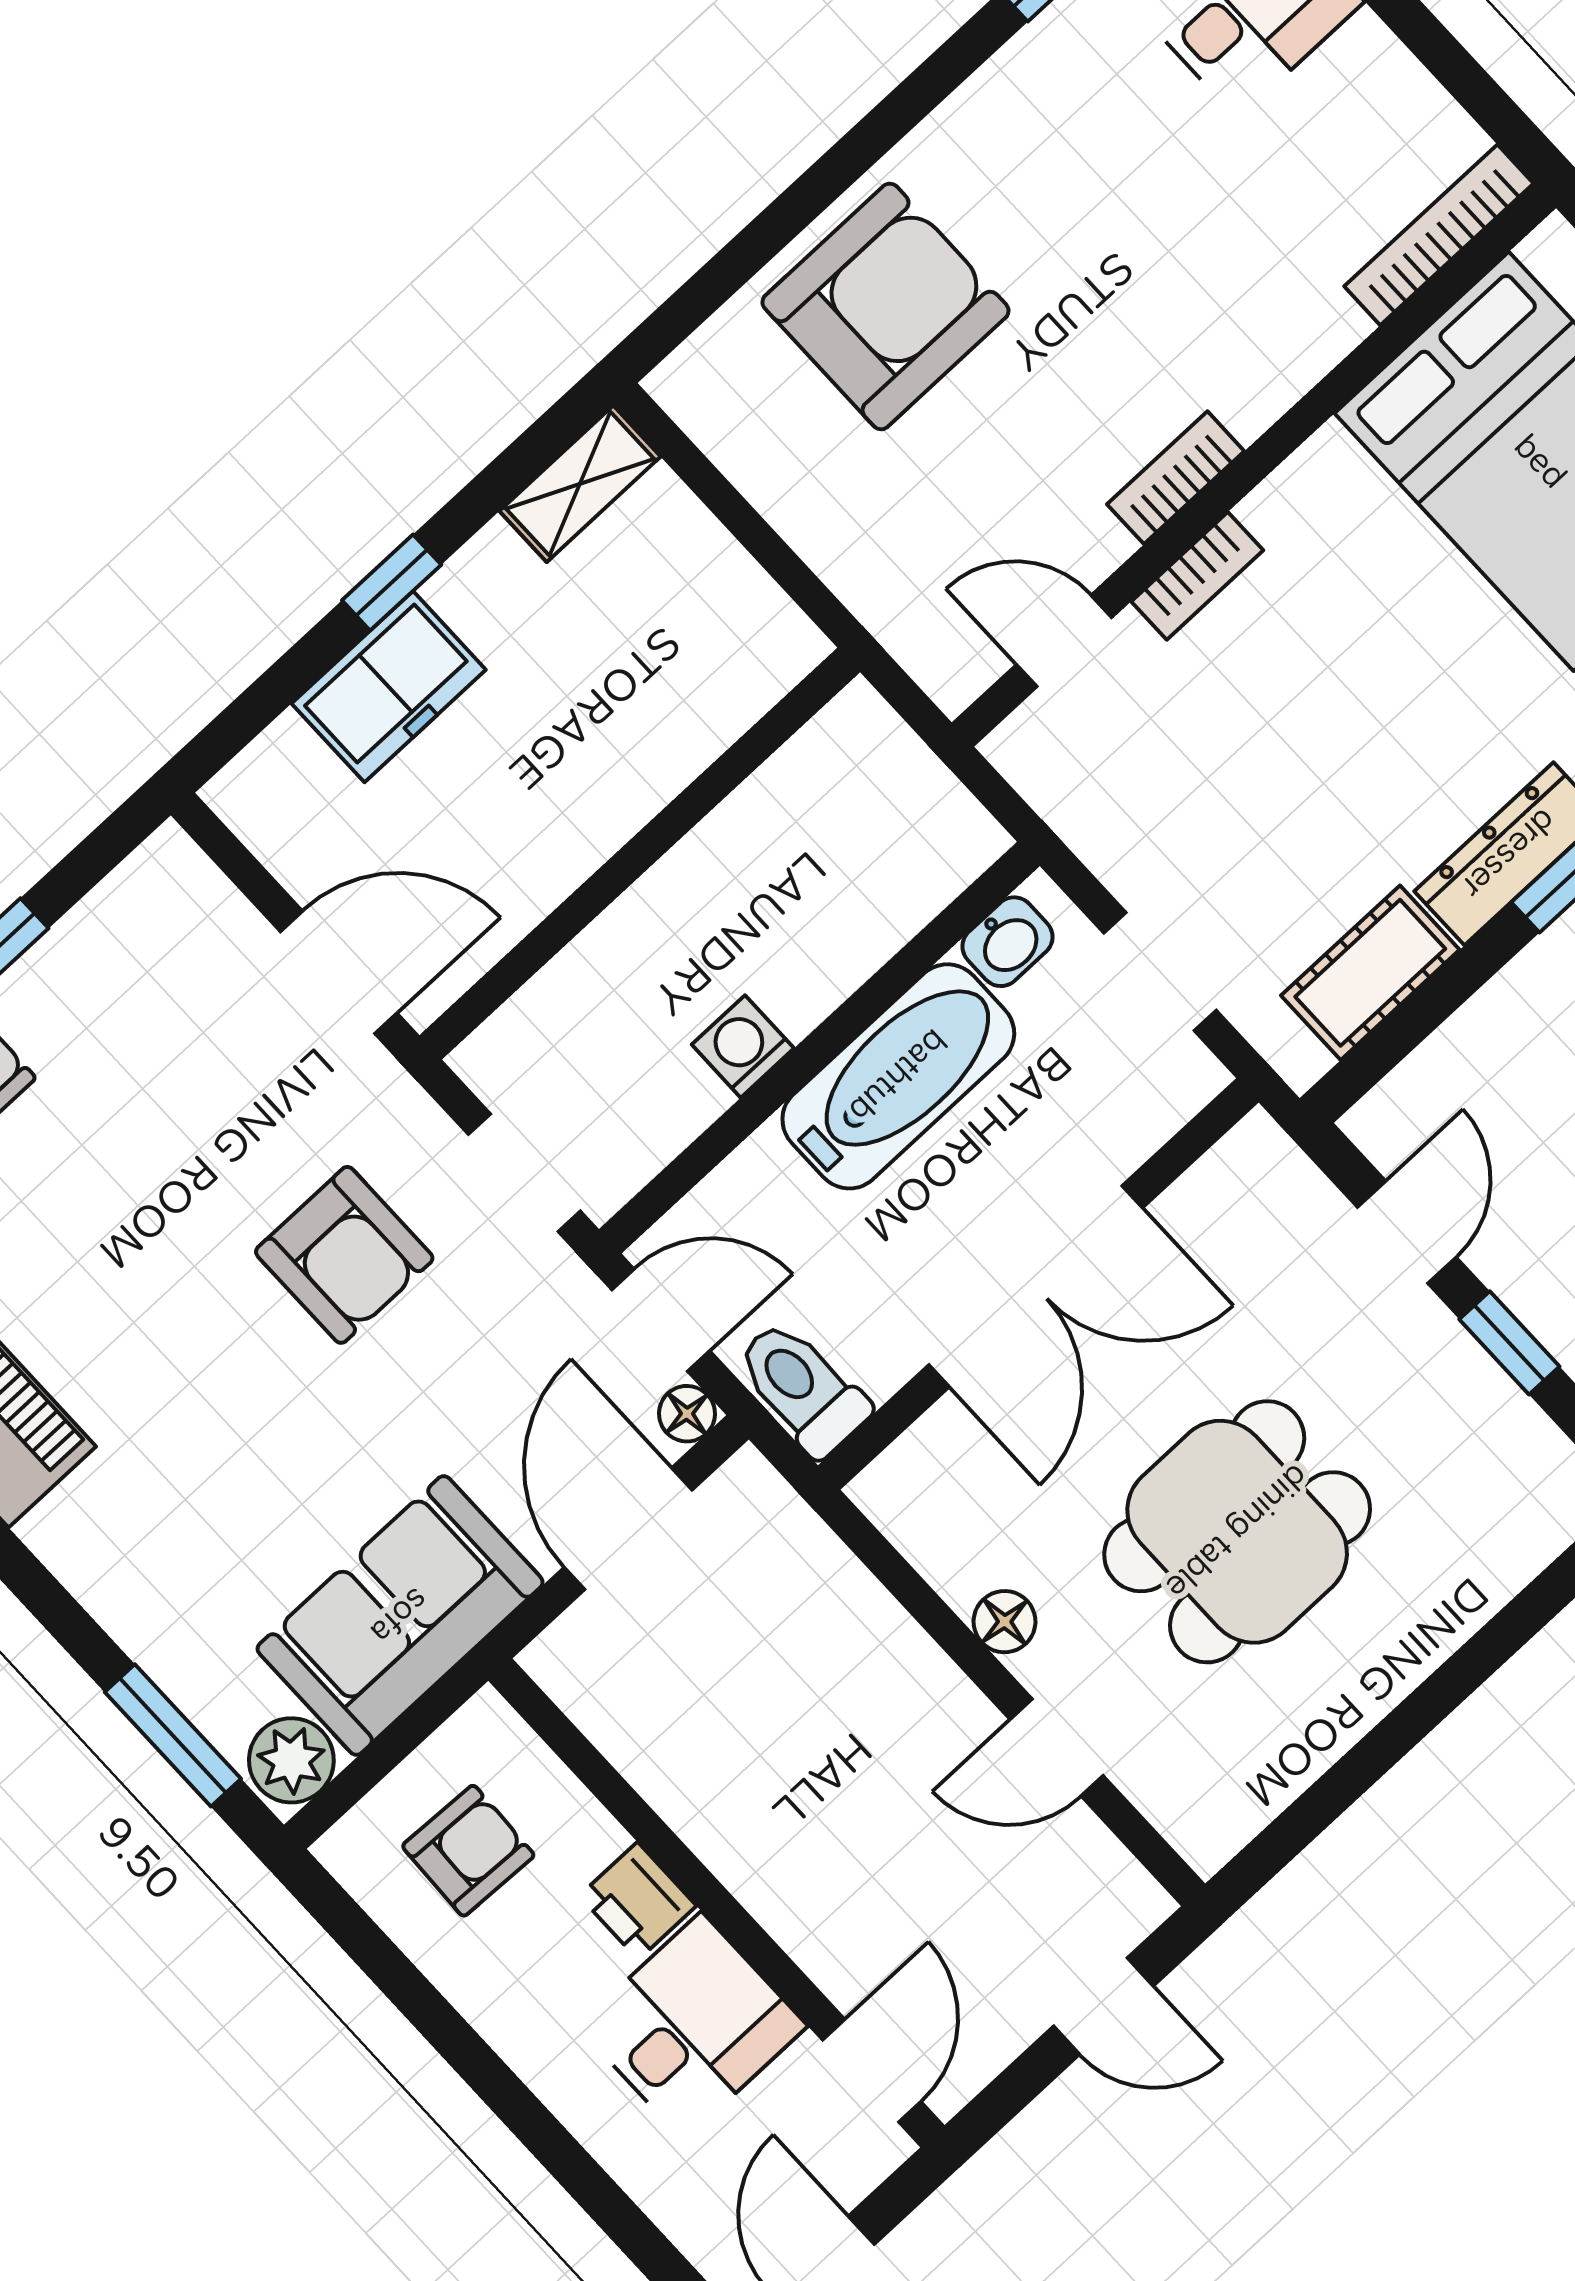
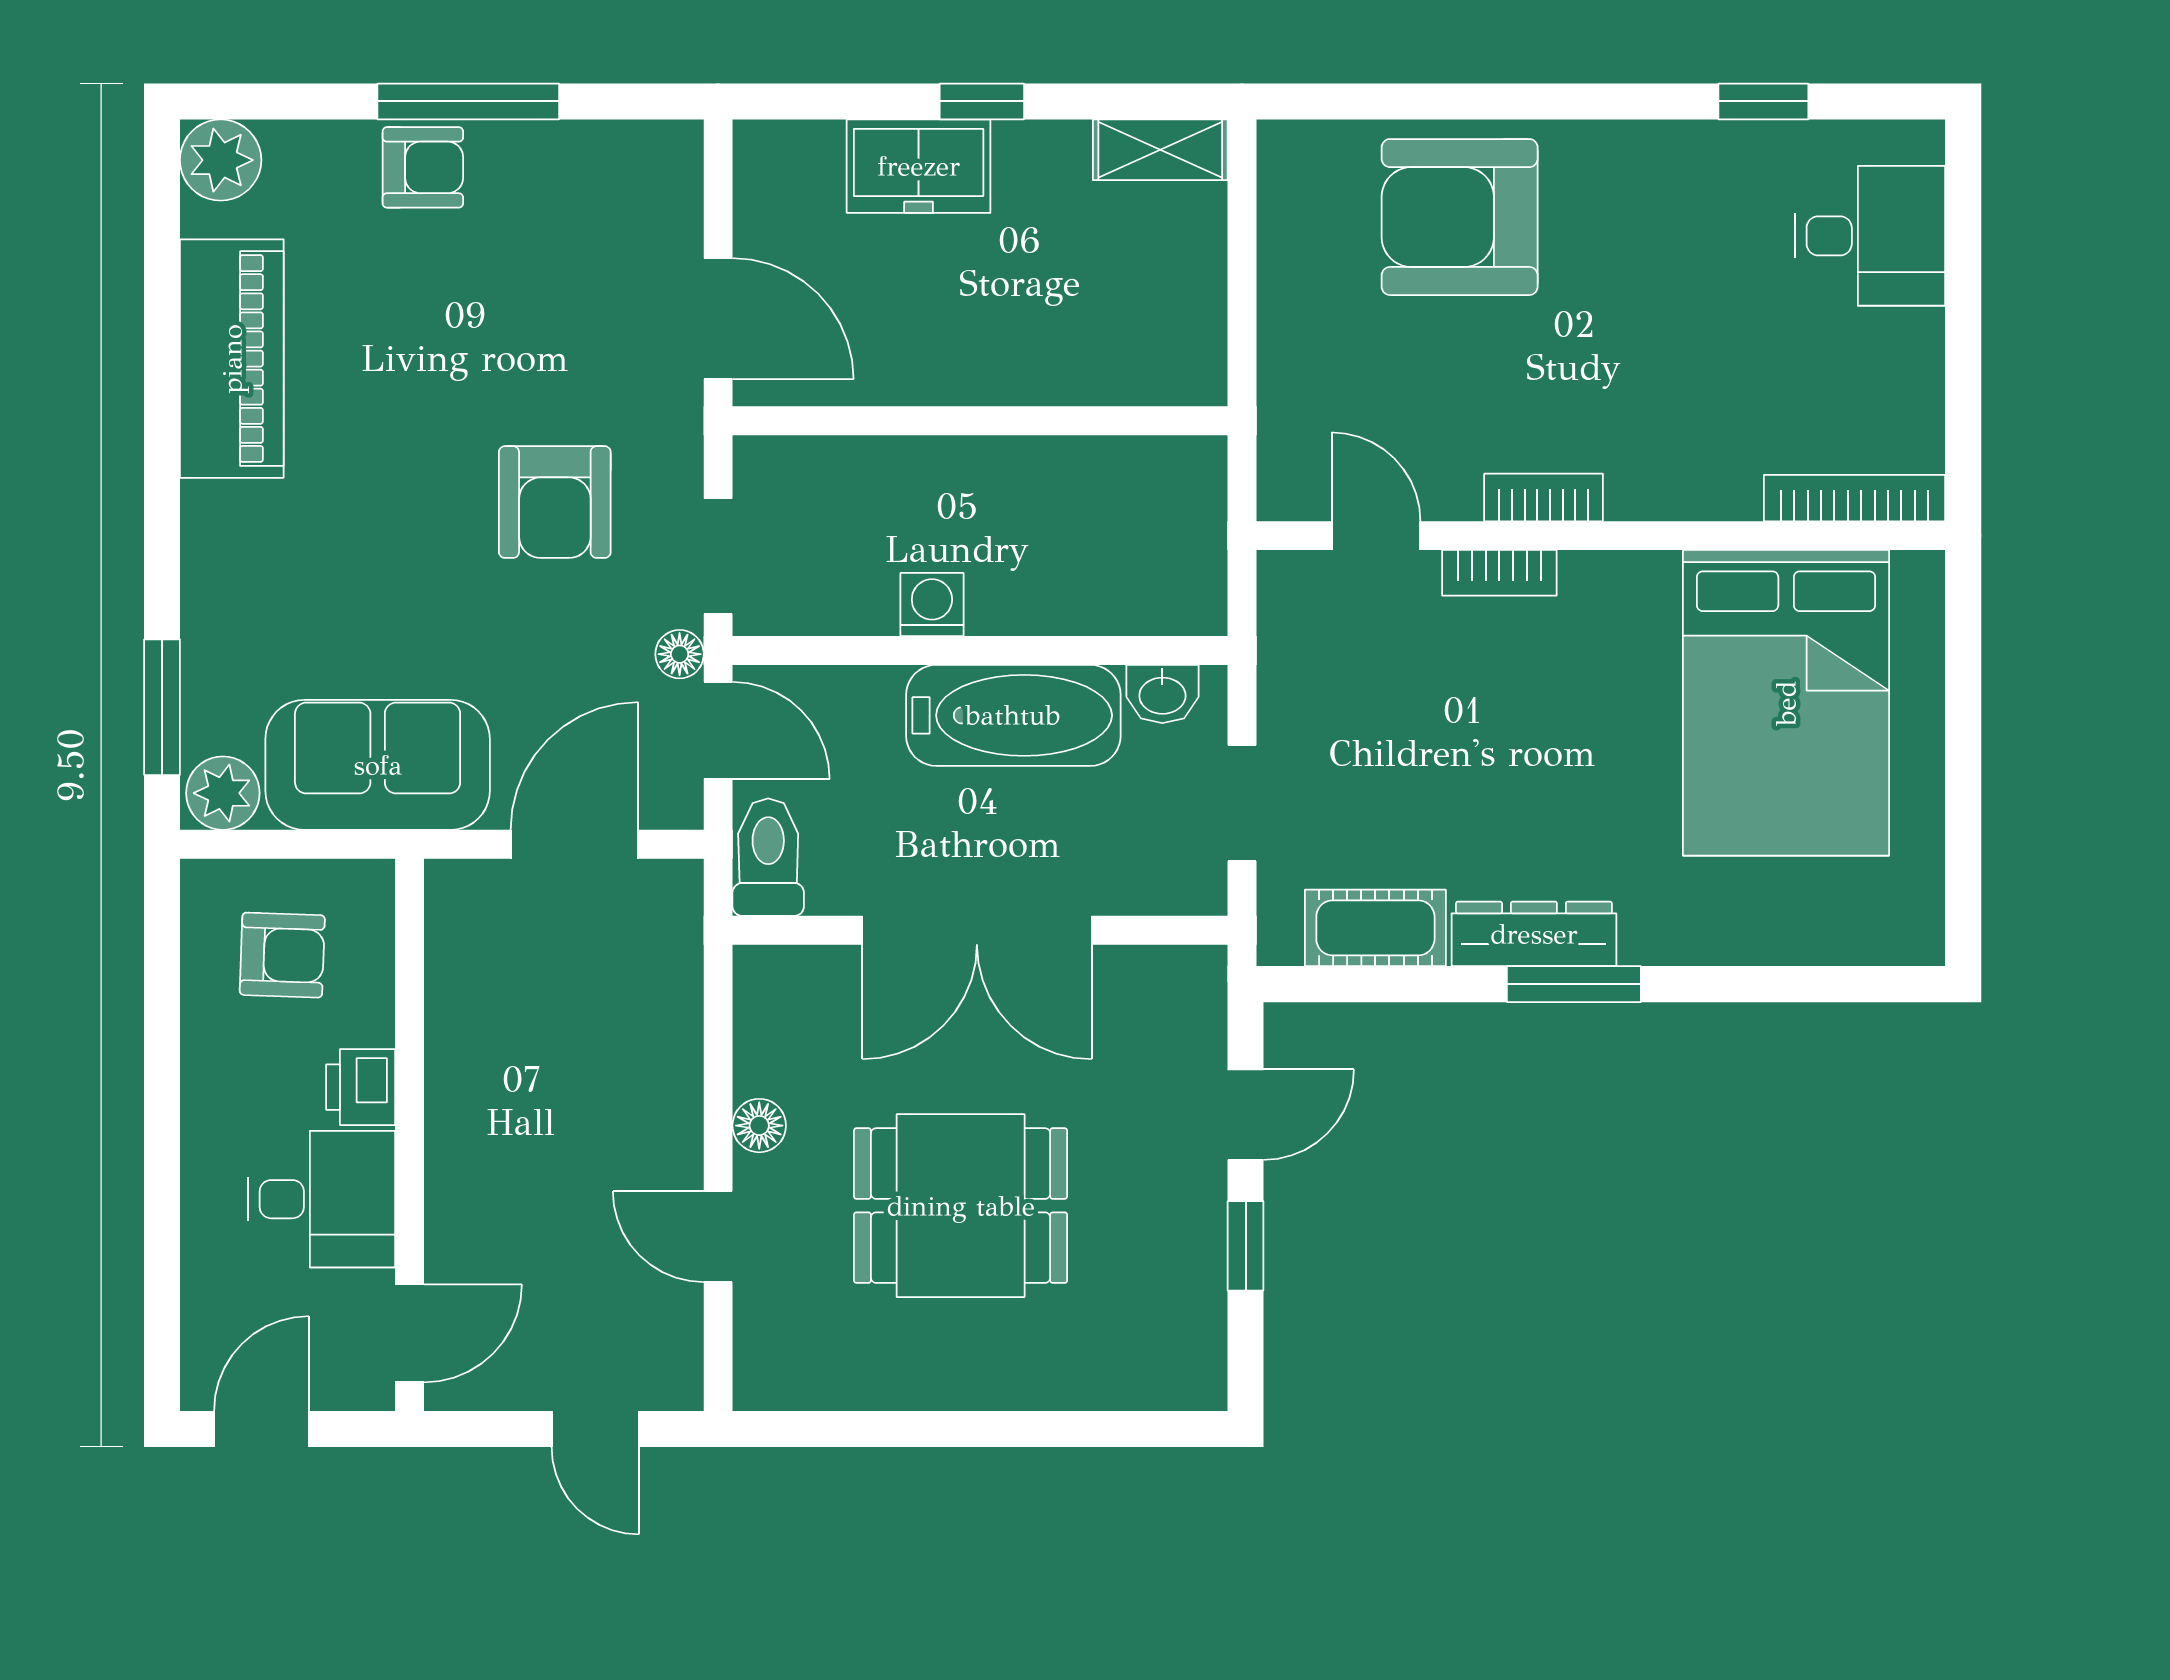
armchair: (885, 306) -> (1460, 217), turned 180
floor lamp: (687, 1414) -> (680, 654), moved

